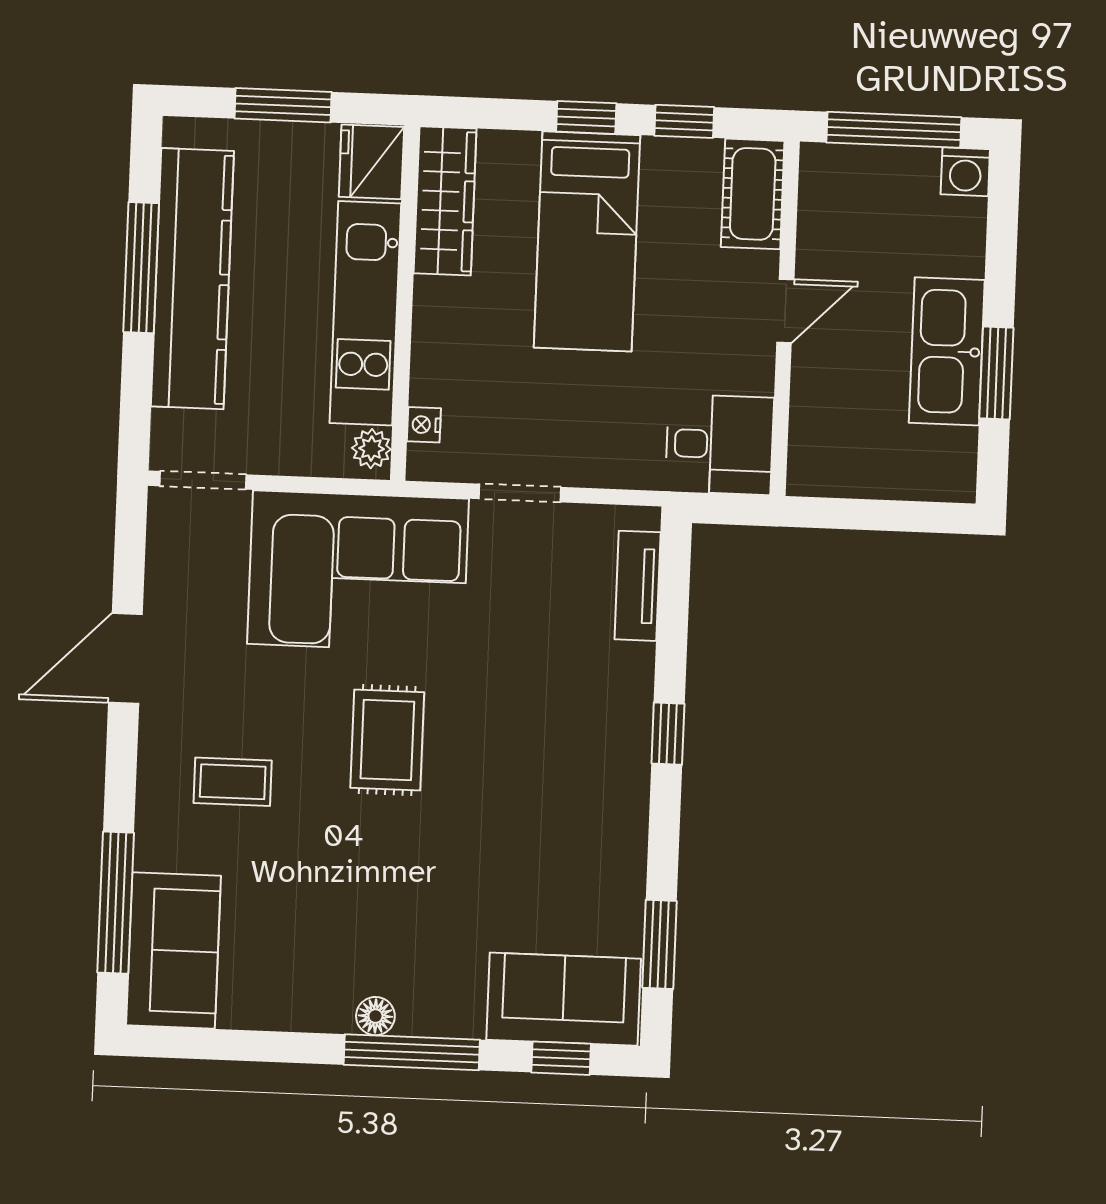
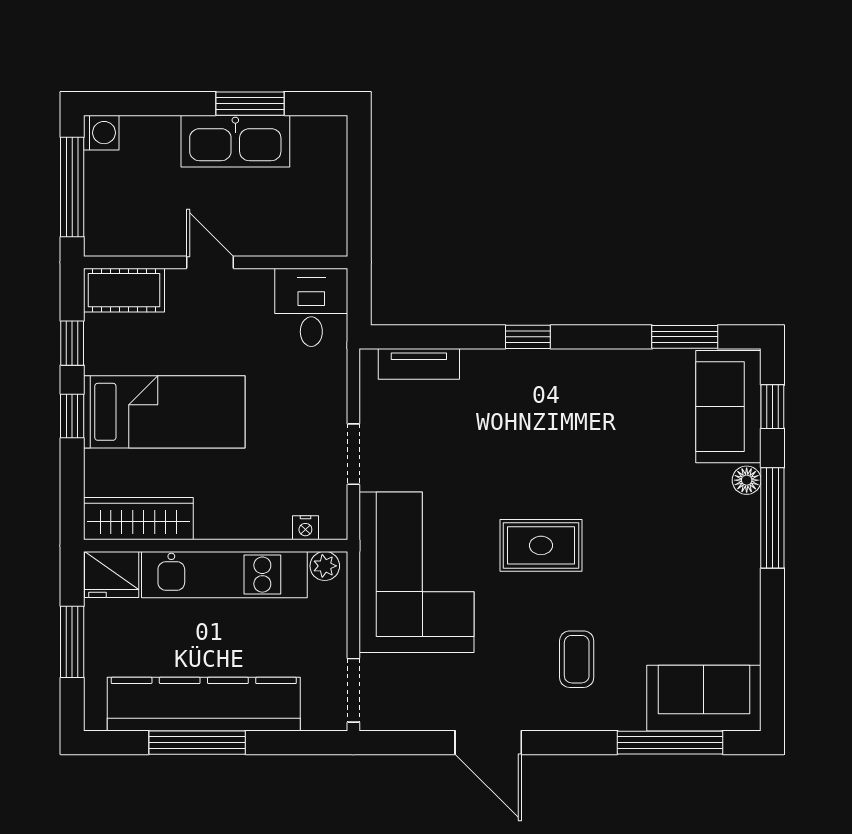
floor lamp: (375, 1016) -> (747, 480), moved

